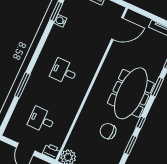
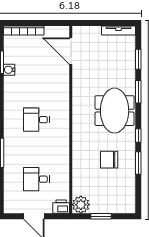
door: (117, 29) -> (71, 51), swing flipped
meeting table: (131, 93) -> (115, 111), width x0.73

